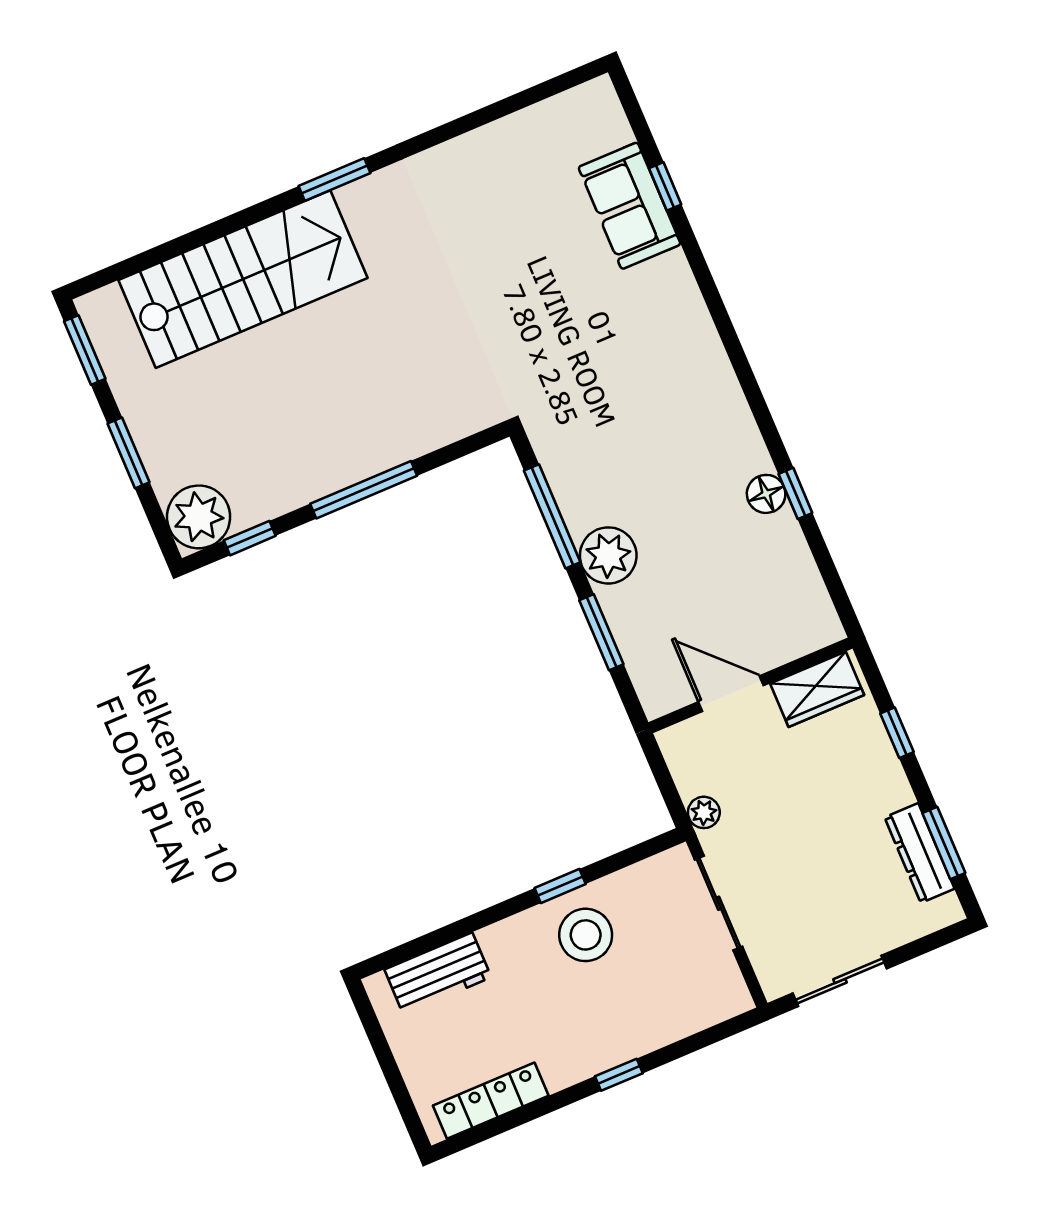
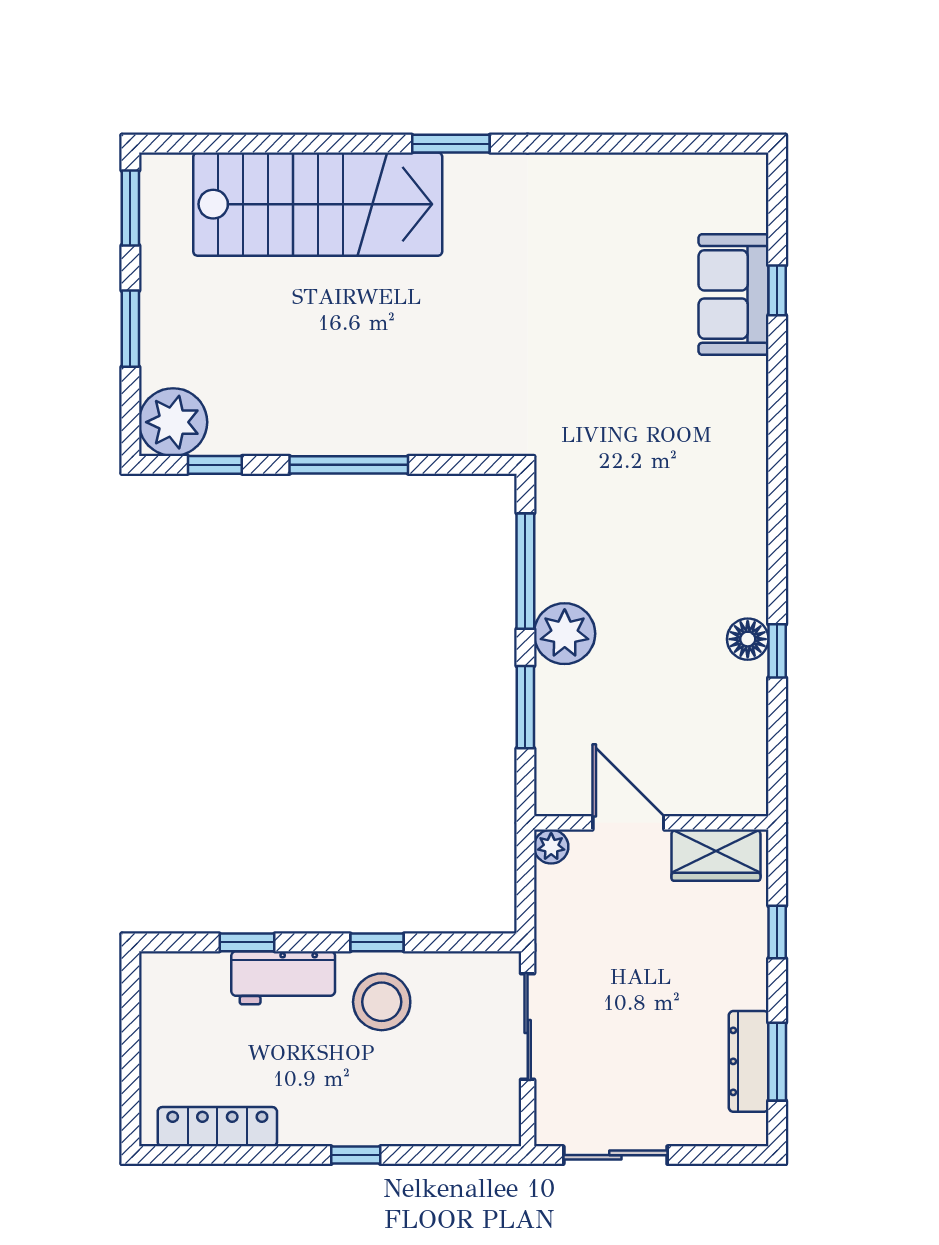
plant: (704, 812) -> (551, 847), moved
window: (450, 933) -> (247, 942), added
workbench: (438, 973) -> (283, 978), moved

